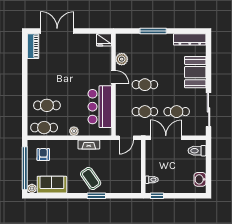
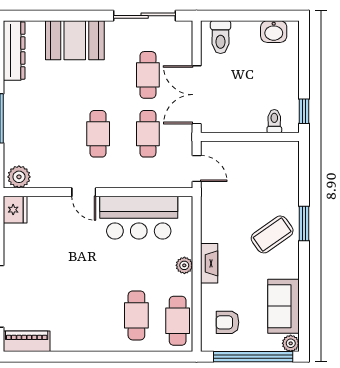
plant: (122, 59) -> (19, 177), moved
door: (113, 77) -> (84, 192), swing flipped
fireplace: (89, 145) -> (209, 263), moved

